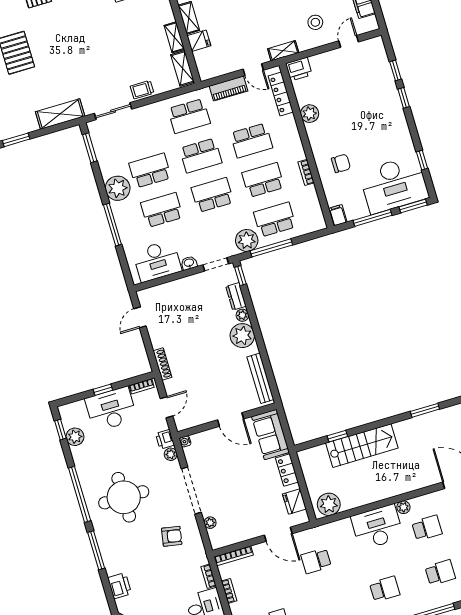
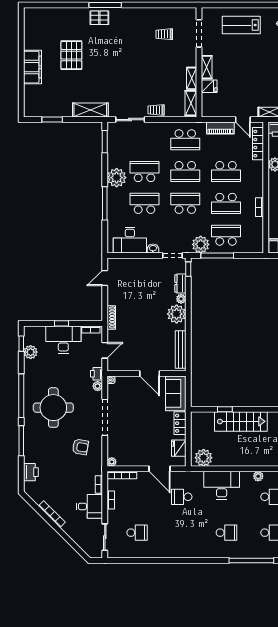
school desk: (263, 180) -> (226, 203), turned 180
plant: (210, 523) -> (112, 462), moved
desk: (377, 527) -> (222, 485), moved

